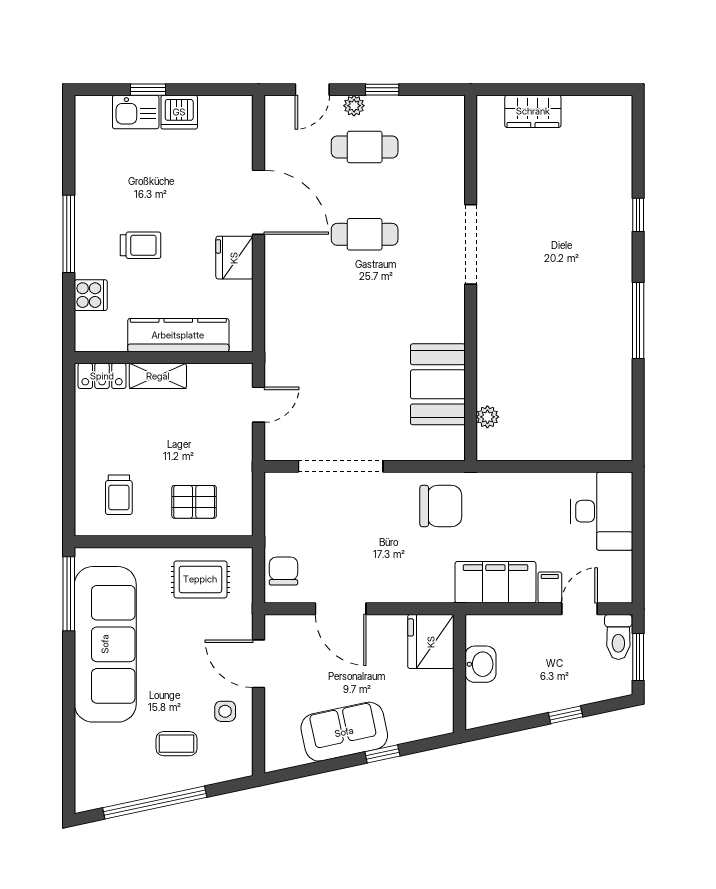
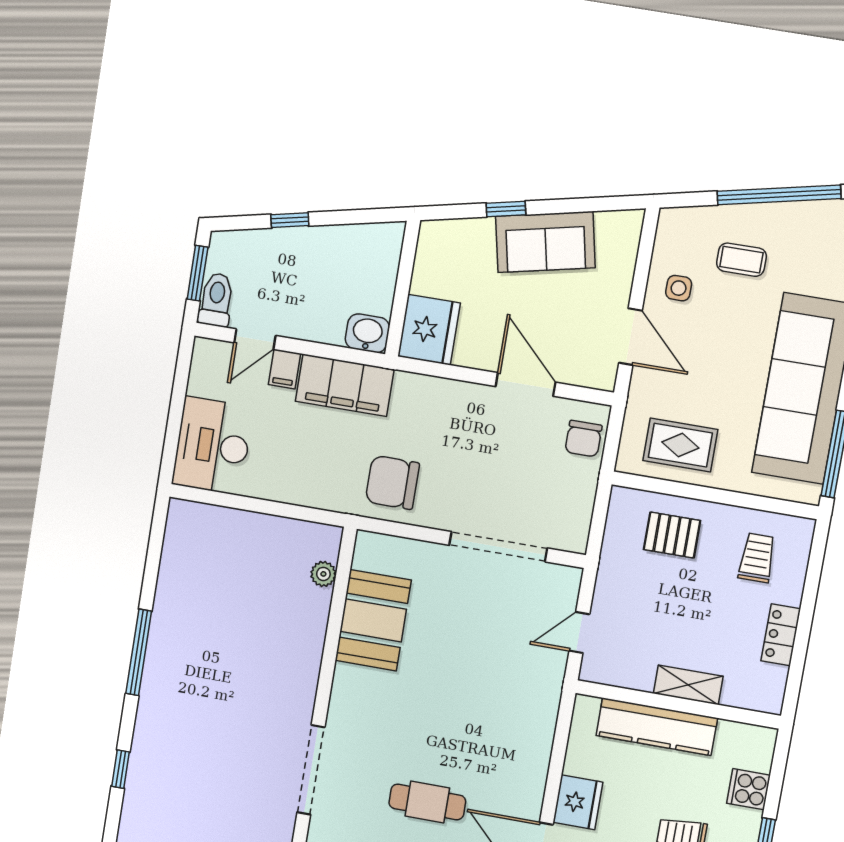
locker: (102, 376) -> (781, 635), moved, turned -90
washbasin: (480, 664) -> (367, 333), moved, turned 90

